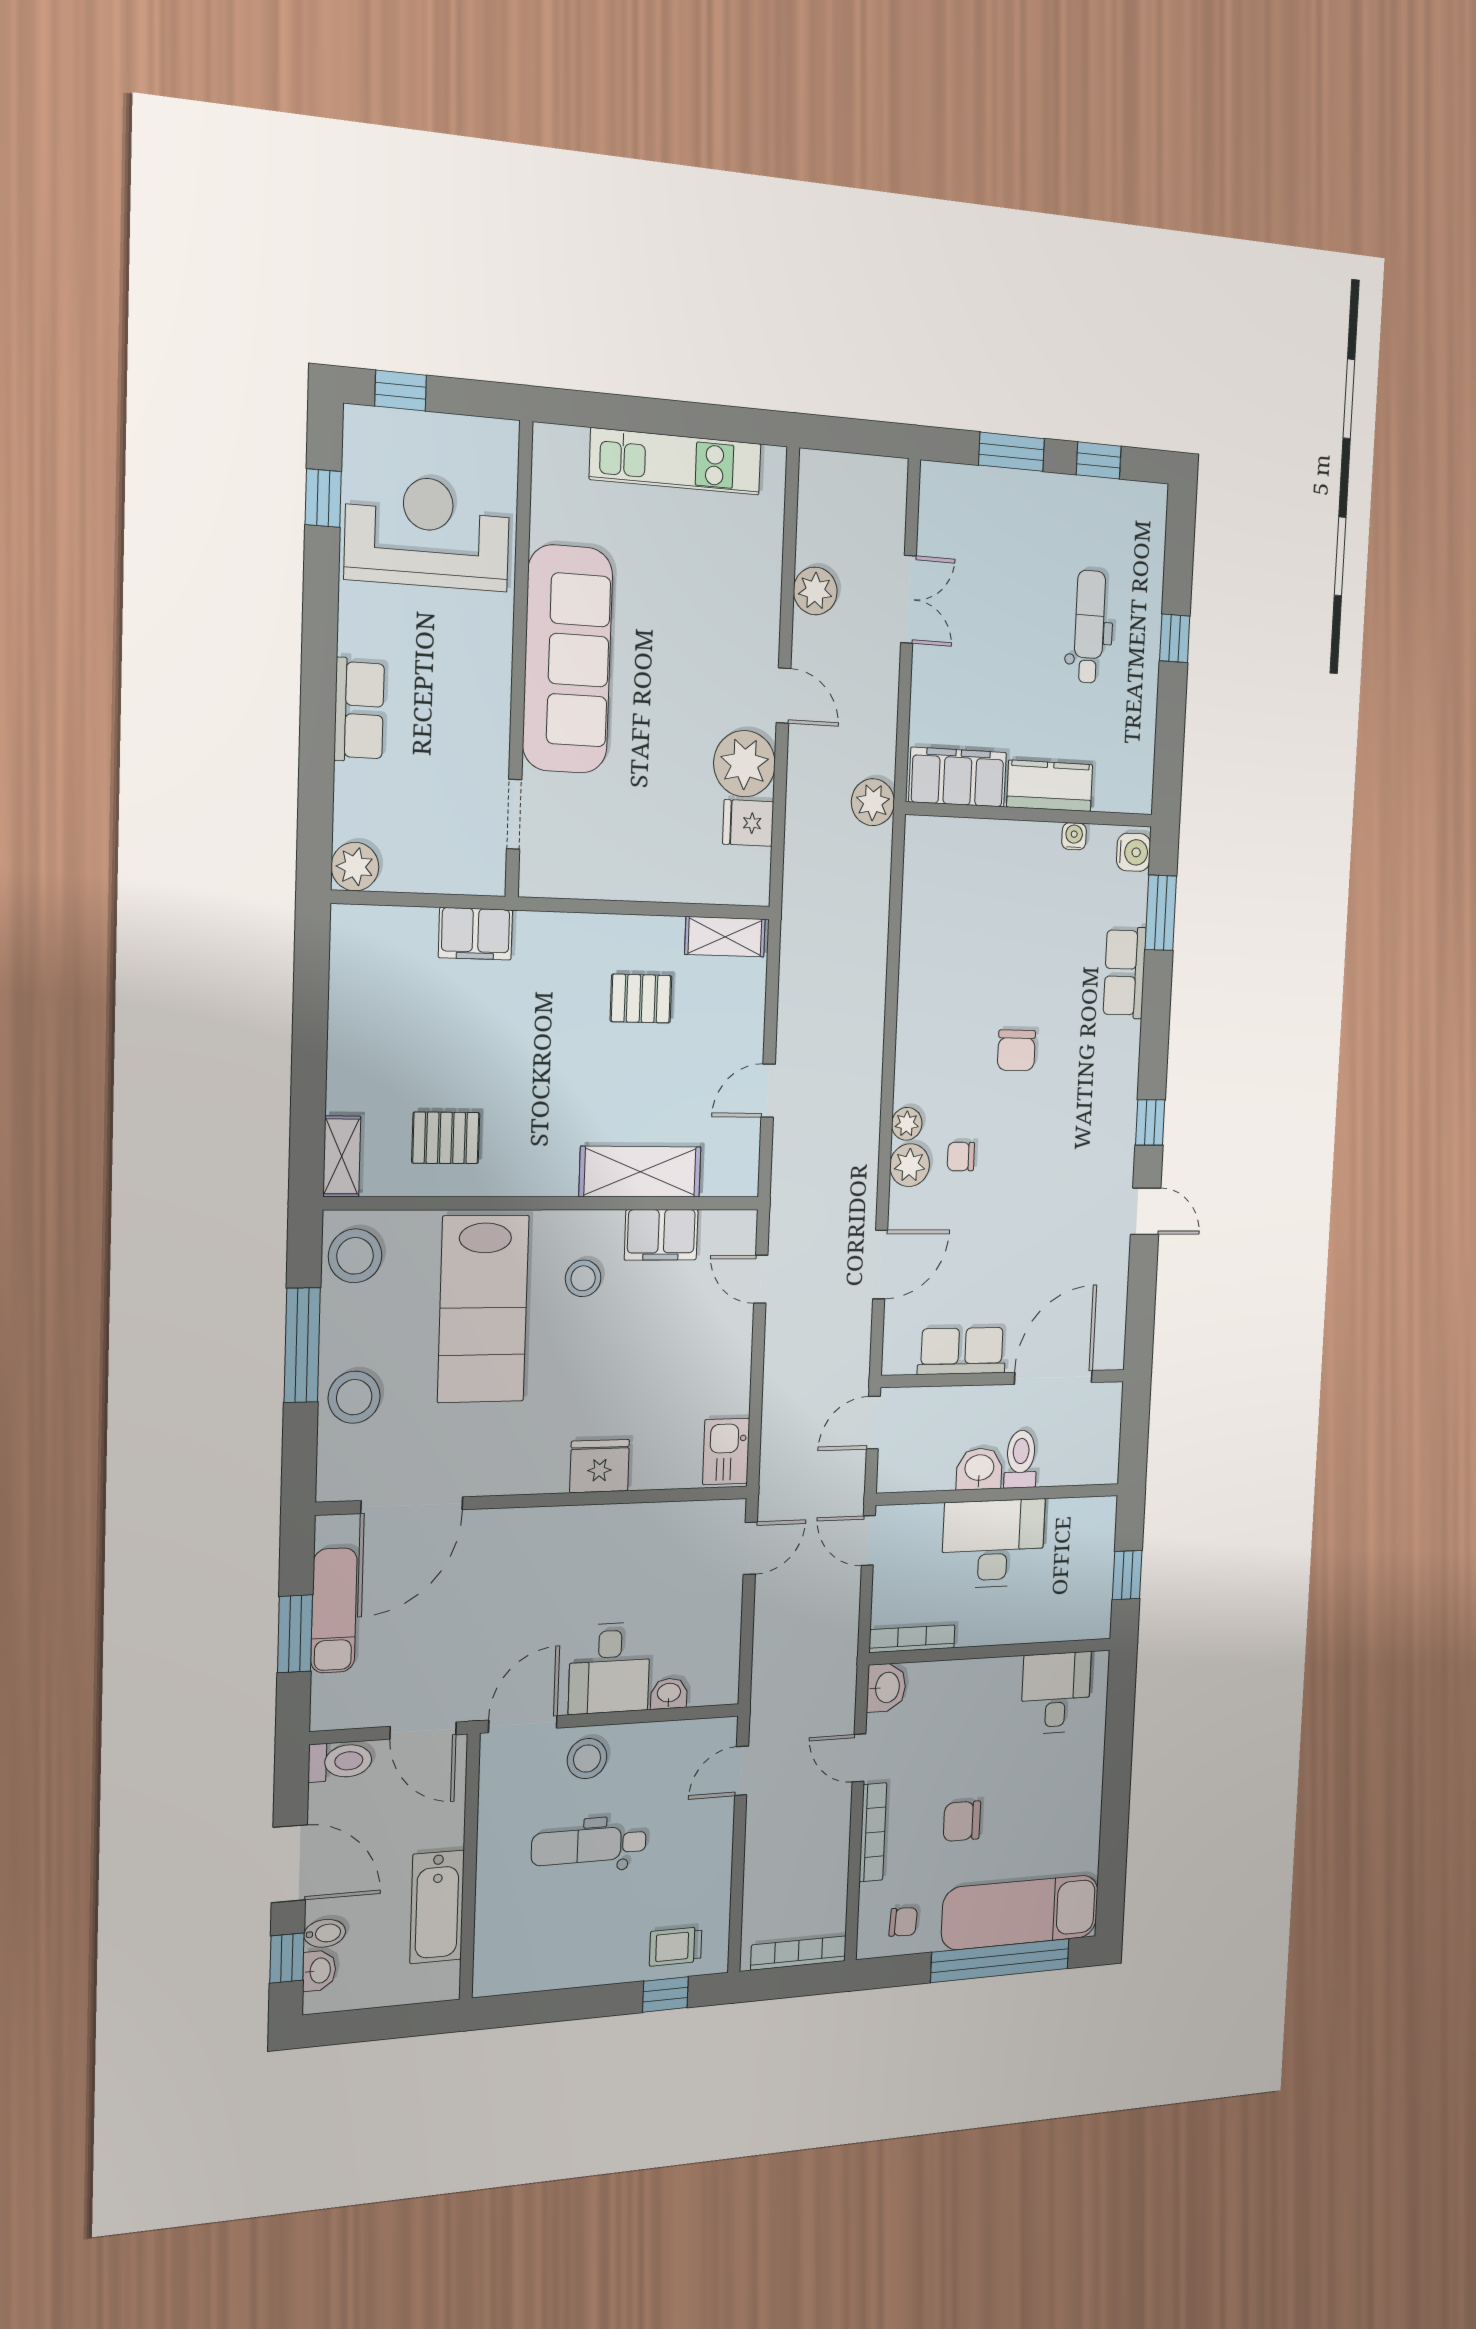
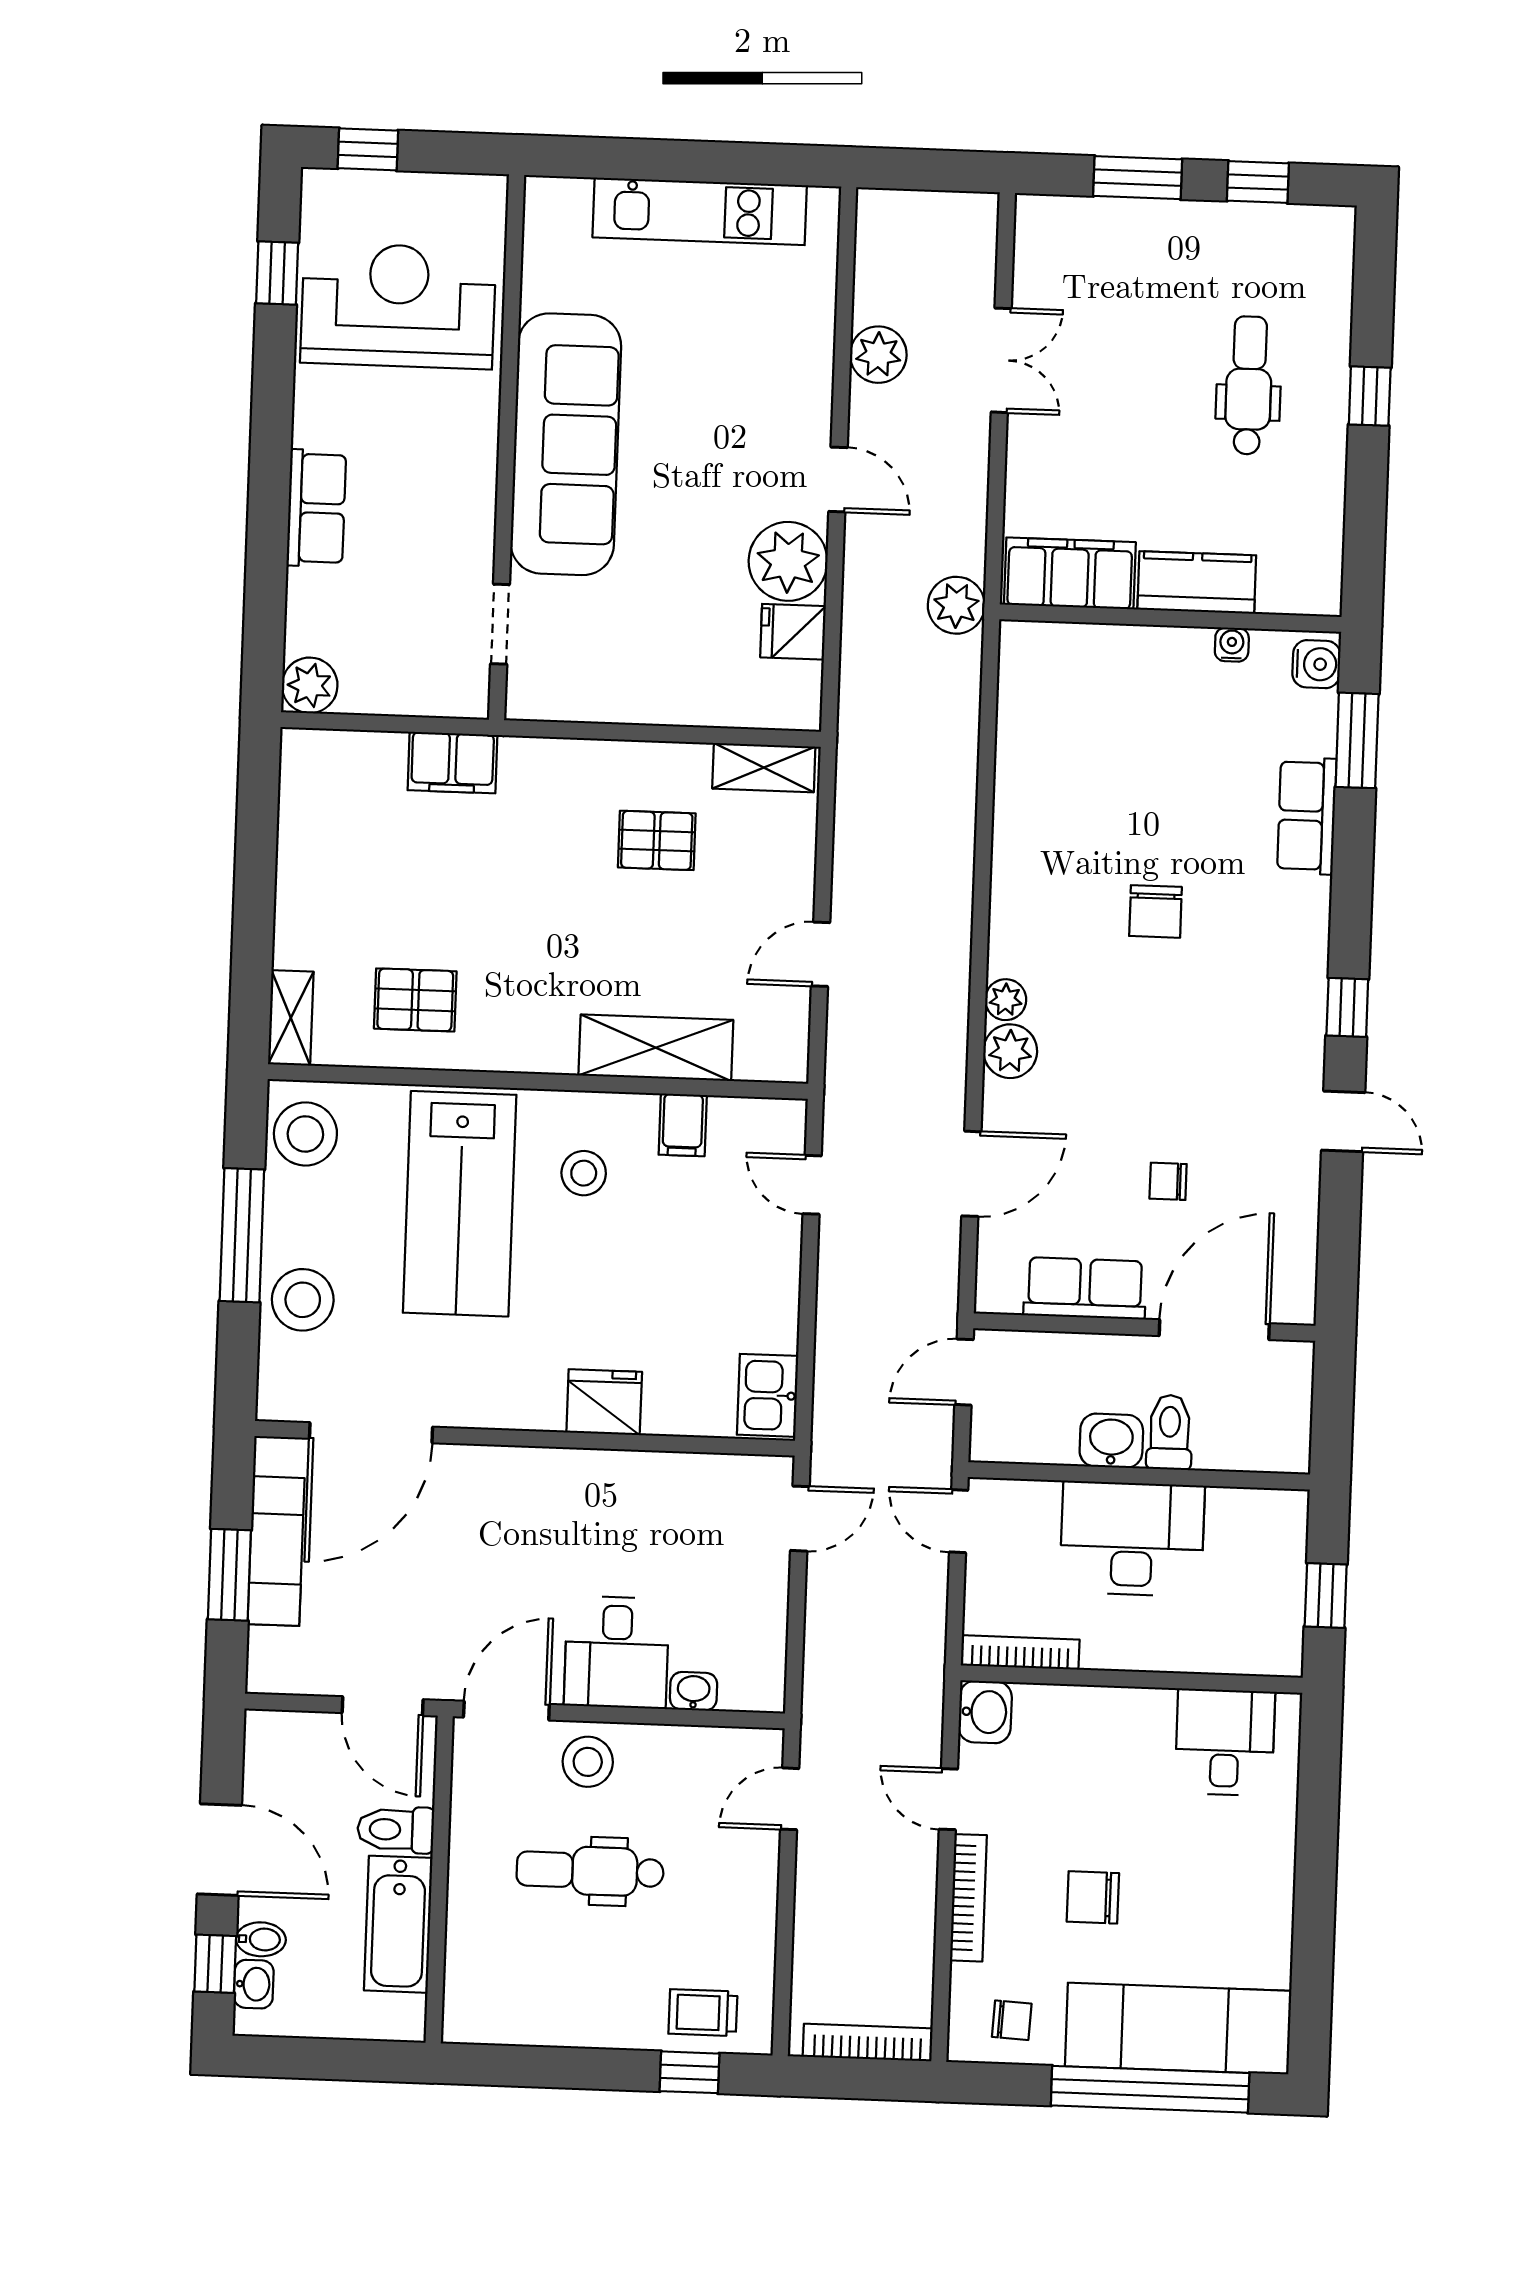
chair: (961, 1157) -> (1168, 1181), moved
filing cabinet: (661, 1235) -> (683, 1125), width x0.50
toilet: (340, 1761) -> (396, 1830), moved, turned 180

